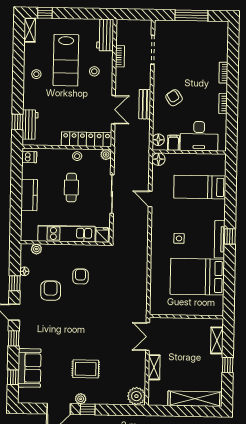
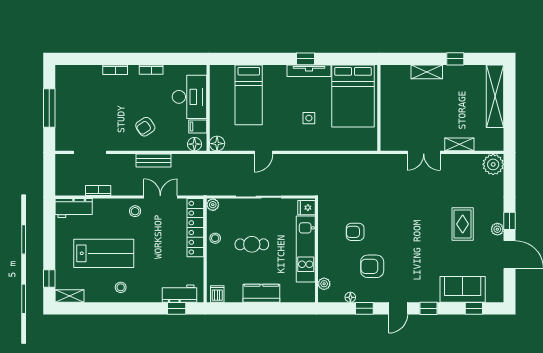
stool: (94, 71) -> (135, 211), moved
wall: (186, 317) -> (379, 108), moved

